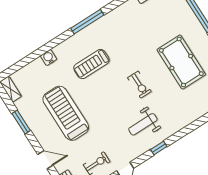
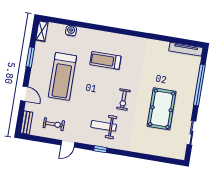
window: (87, 22) -> (126, 32), removed
water cooler: (49, 58) -> (71, 31), moved
treadmill: (66, 113) -> (62, 76), turned 180

